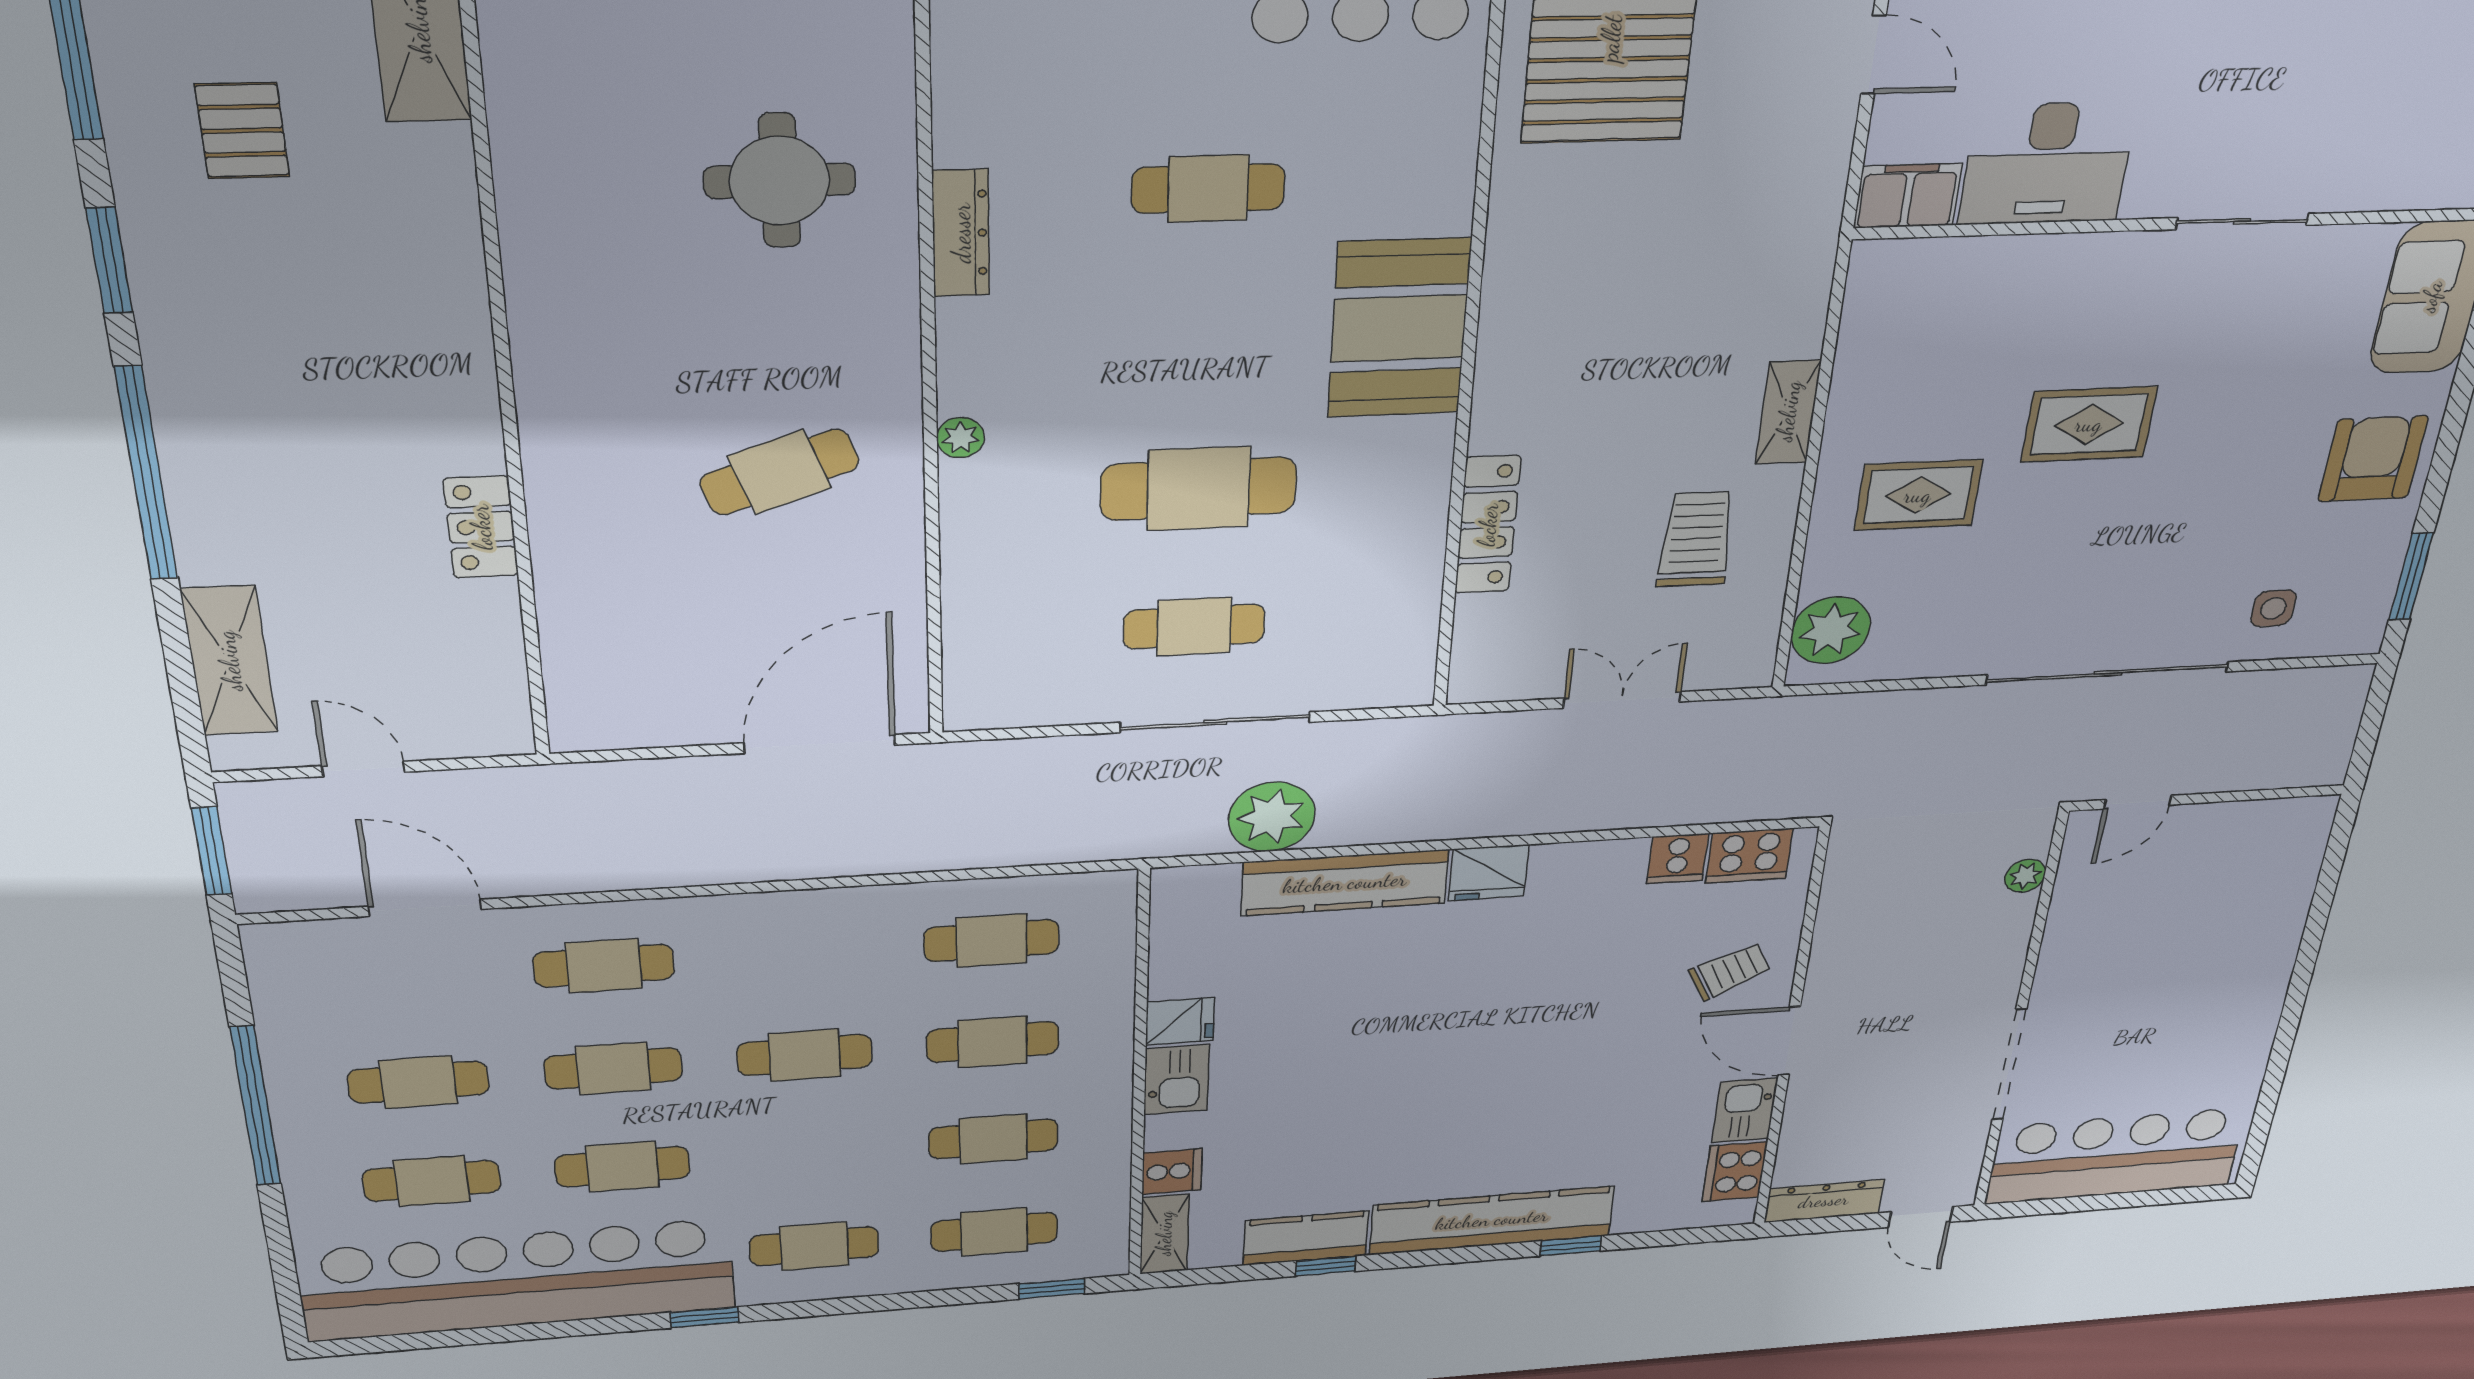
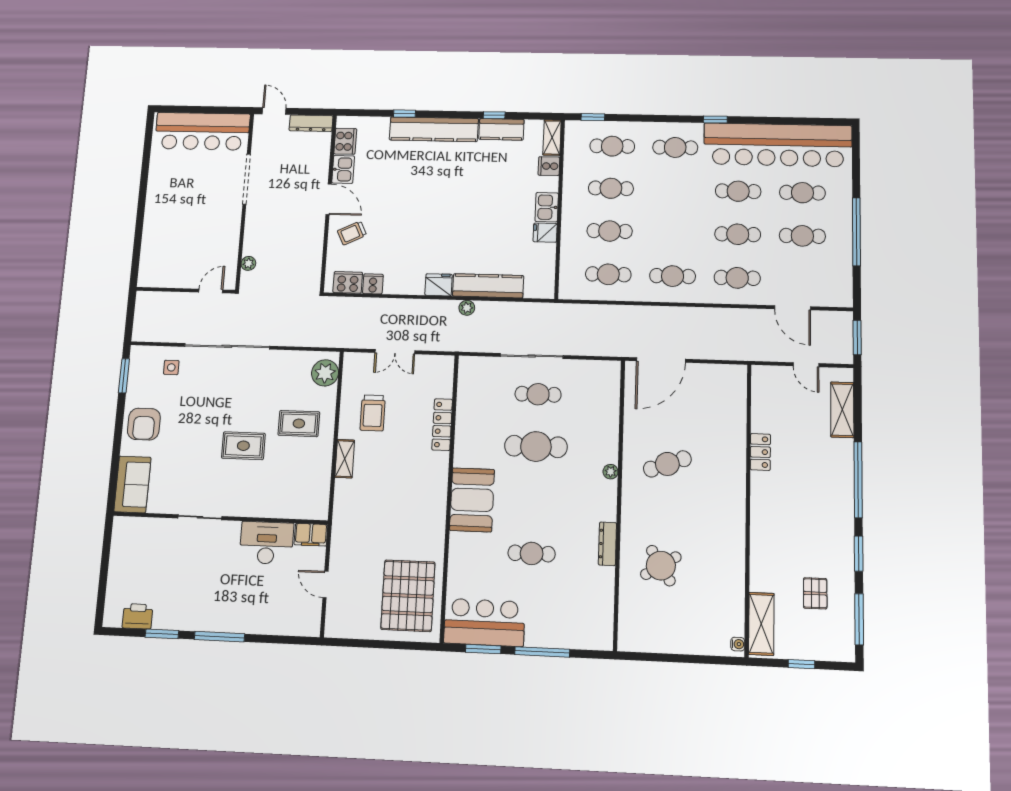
round table: (780, 181) -> (661, 566), turned -32
plant: (1272, 817) -> (467, 308), moved, width x0.53, depth x0.53
cafe table: (805, 1055) -> (673, 276), moved

